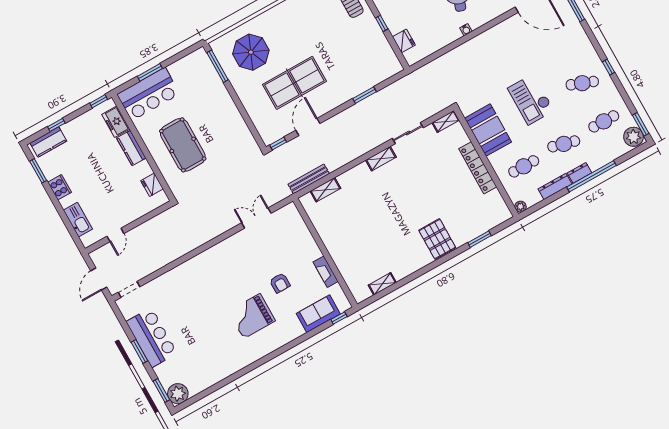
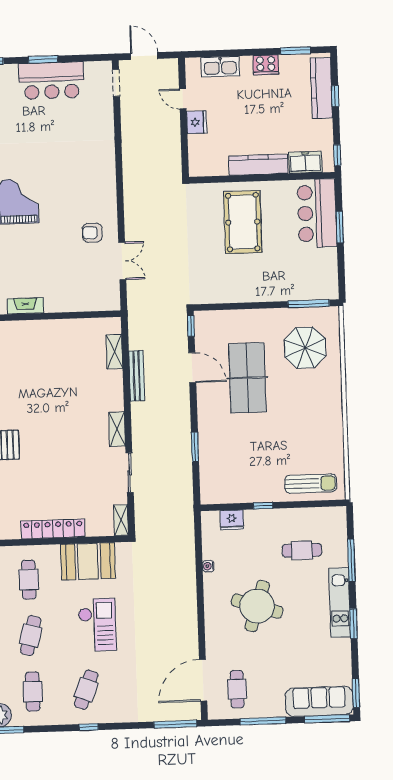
water cooler: (466, 30) -> (208, 566), moved
checkout: (531, 99) -> (97, 625), turned 90
kitchen counter: (48, 142) -> (321, 88), width x1.50
pool table: (183, 145) -> (243, 222), turned 90
kitchen counter: (131, 148) -> (258, 165), width x1.50
bench: (309, 179) -> (137, 376), moved
fridge: (152, 185) -> (197, 122), moved, turned 90
armchair: (280, 283) -> (92, 233), moved

